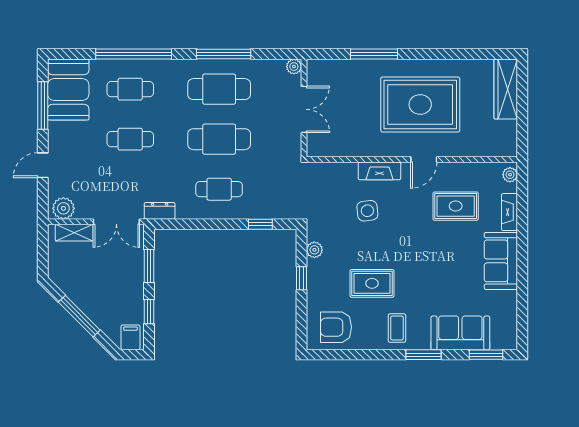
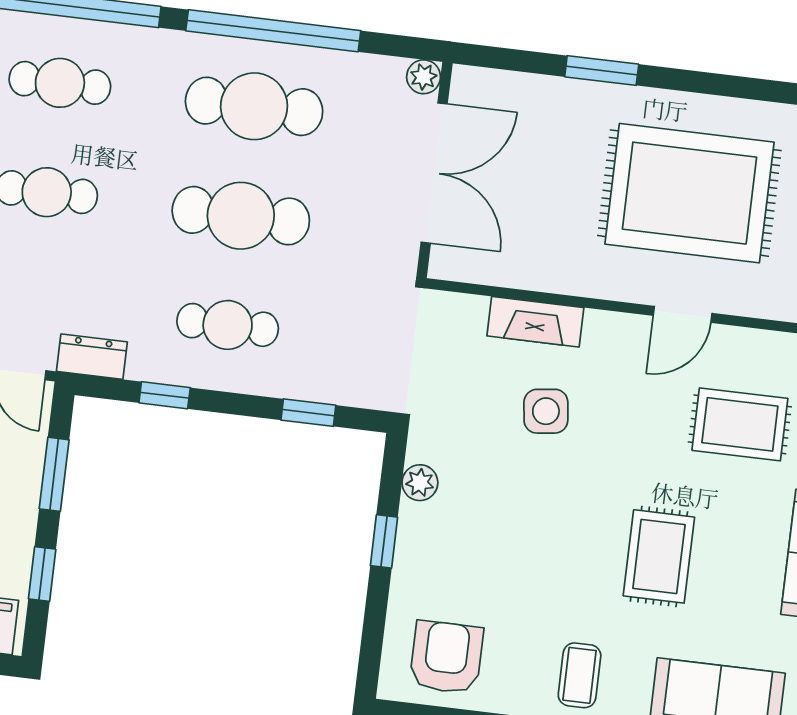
window: (224, 54) -> (273, 31), width x1.46
window: (374, 54) -> (602, 71), width x0.69
double door: (304, 109) -> (434, 173), width x1.37
fireplace: (379, 171) -> (535, 322), moved
window: (194, 224) -> (165, 395), added
rug: (372, 283) -> (659, 556), moved, turned 90
armchair: (336, 327) -> (446, 657), turned 90

